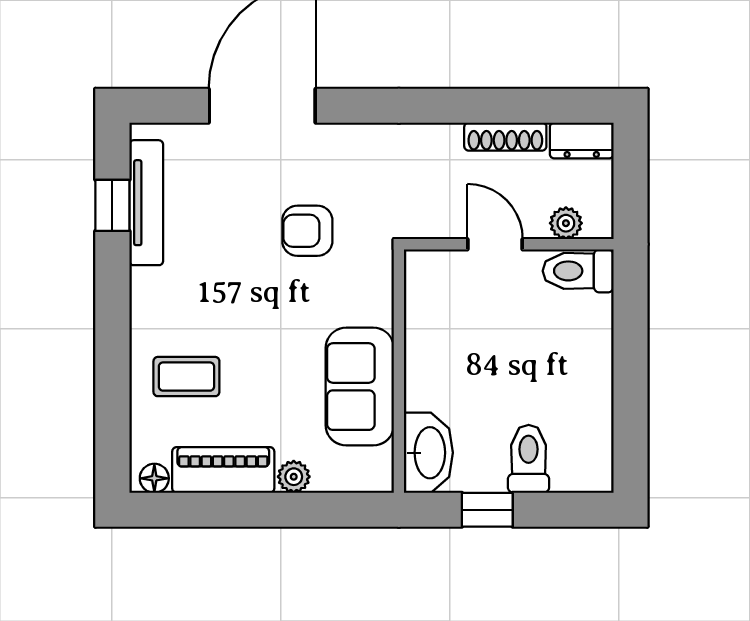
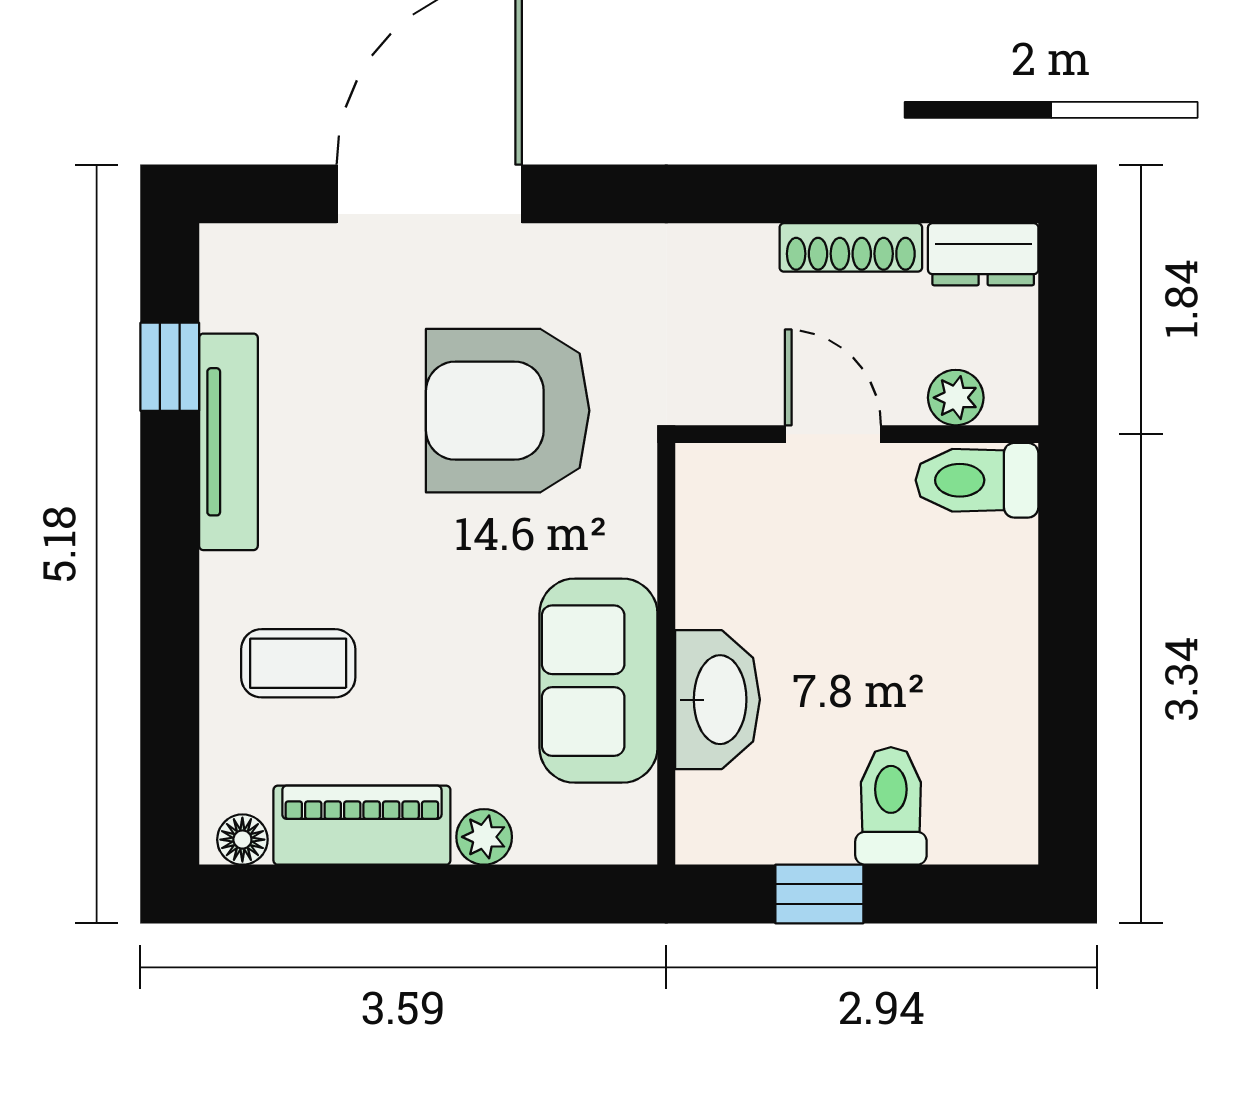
tv unit: (146, 203) -> (228, 442), moved
armchair: (307, 231) -> (508, 411), width x1.88, depth x1.88
washbasin: (428, 453) -> (718, 700), moved

